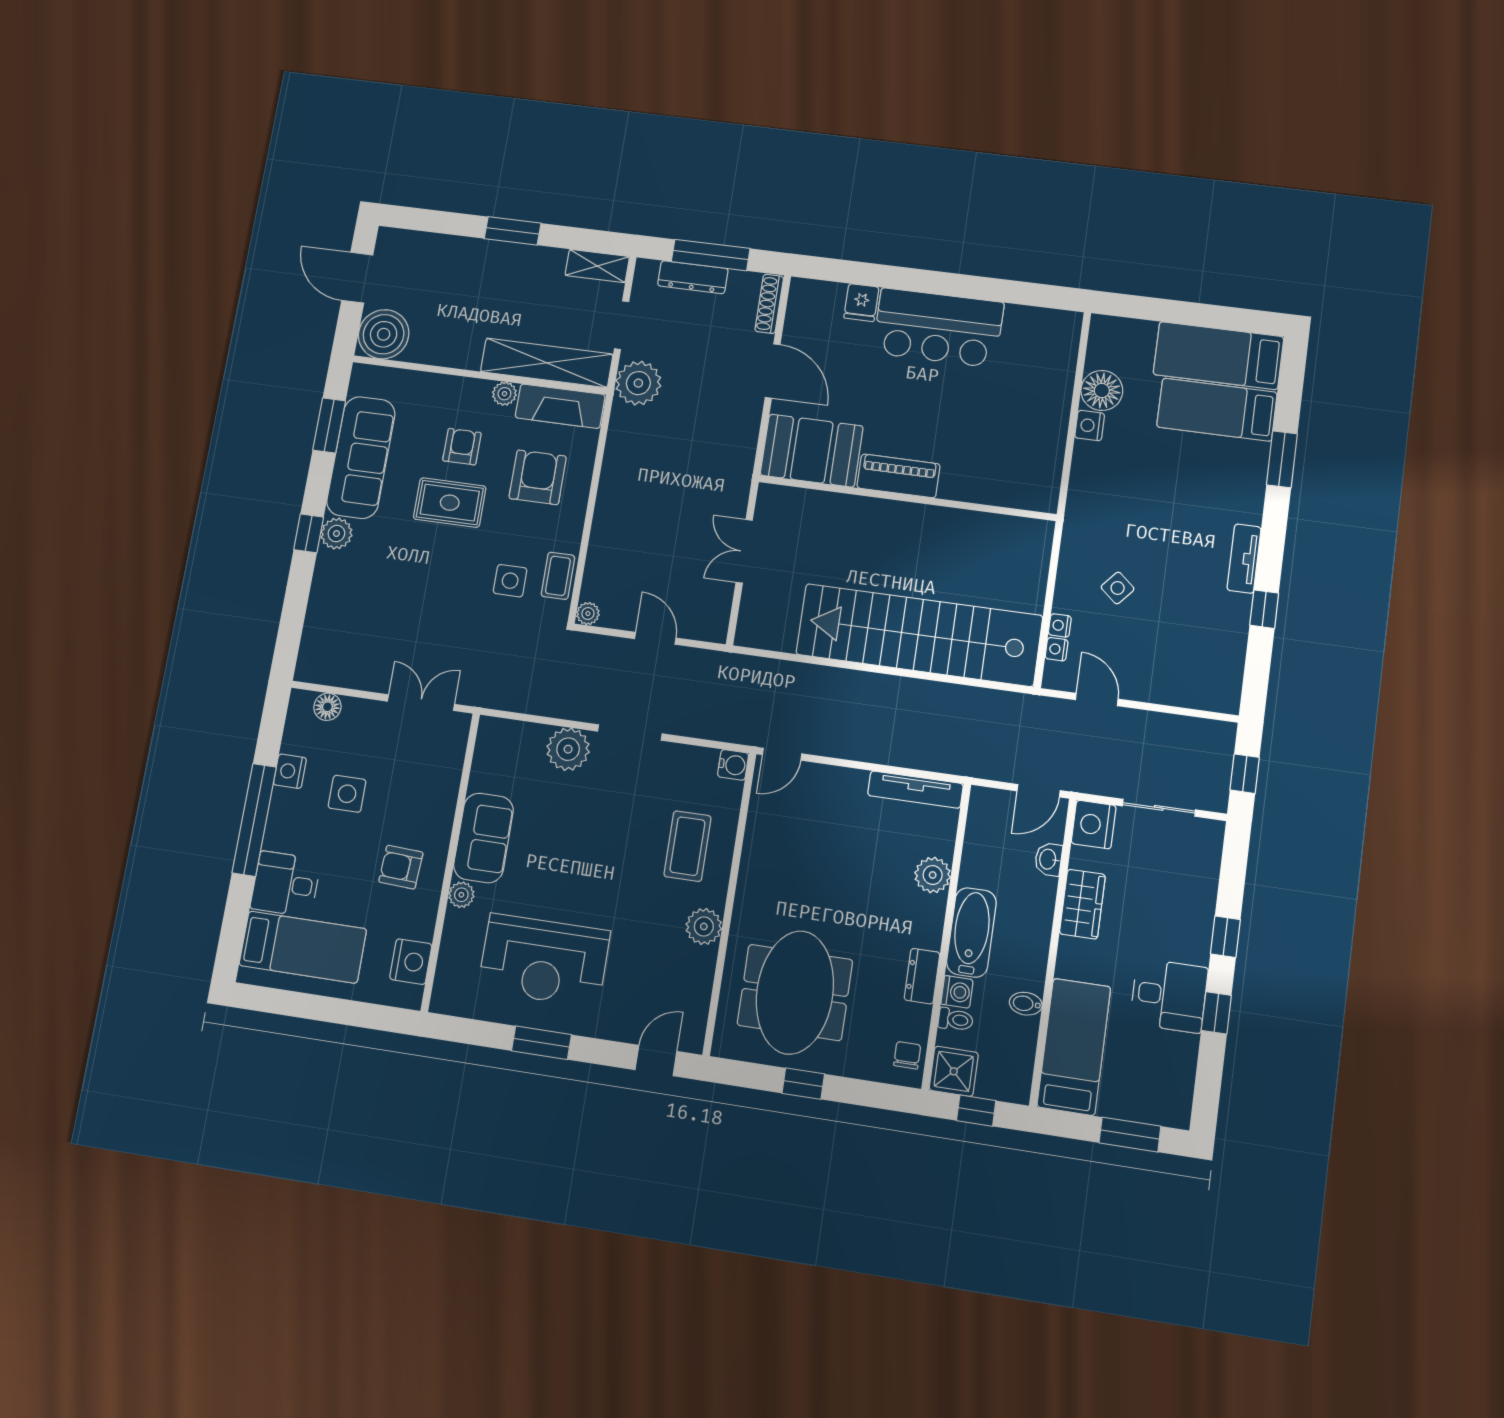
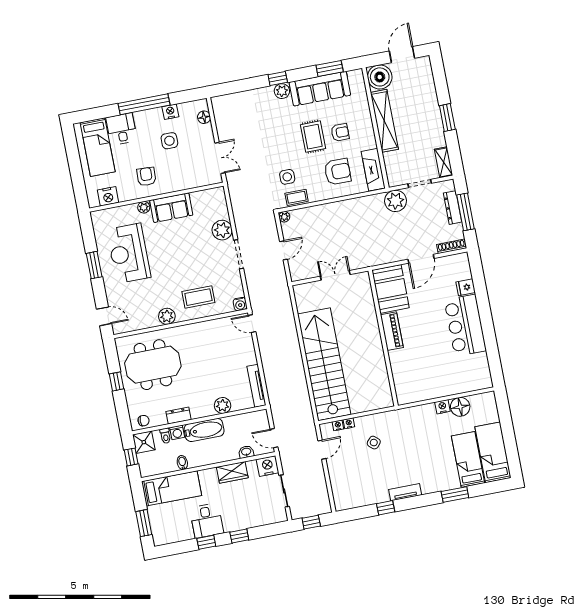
shelving: (547, 363) -> (384, 121), moved
plant: (504, 394) -> (371, 142), removed

